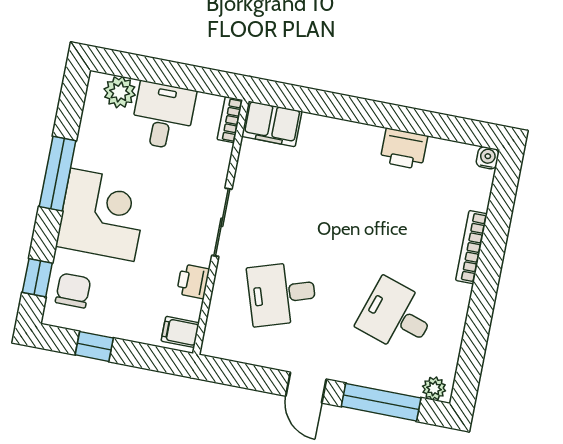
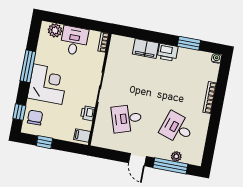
window: (425, 123) -> (189, 43), added
filing cabinet: (272, 124) -> (146, 48), moved
printer: (404, 149) -> (168, 52), moved
plant: (434, 388) -> (176, 156), moved

